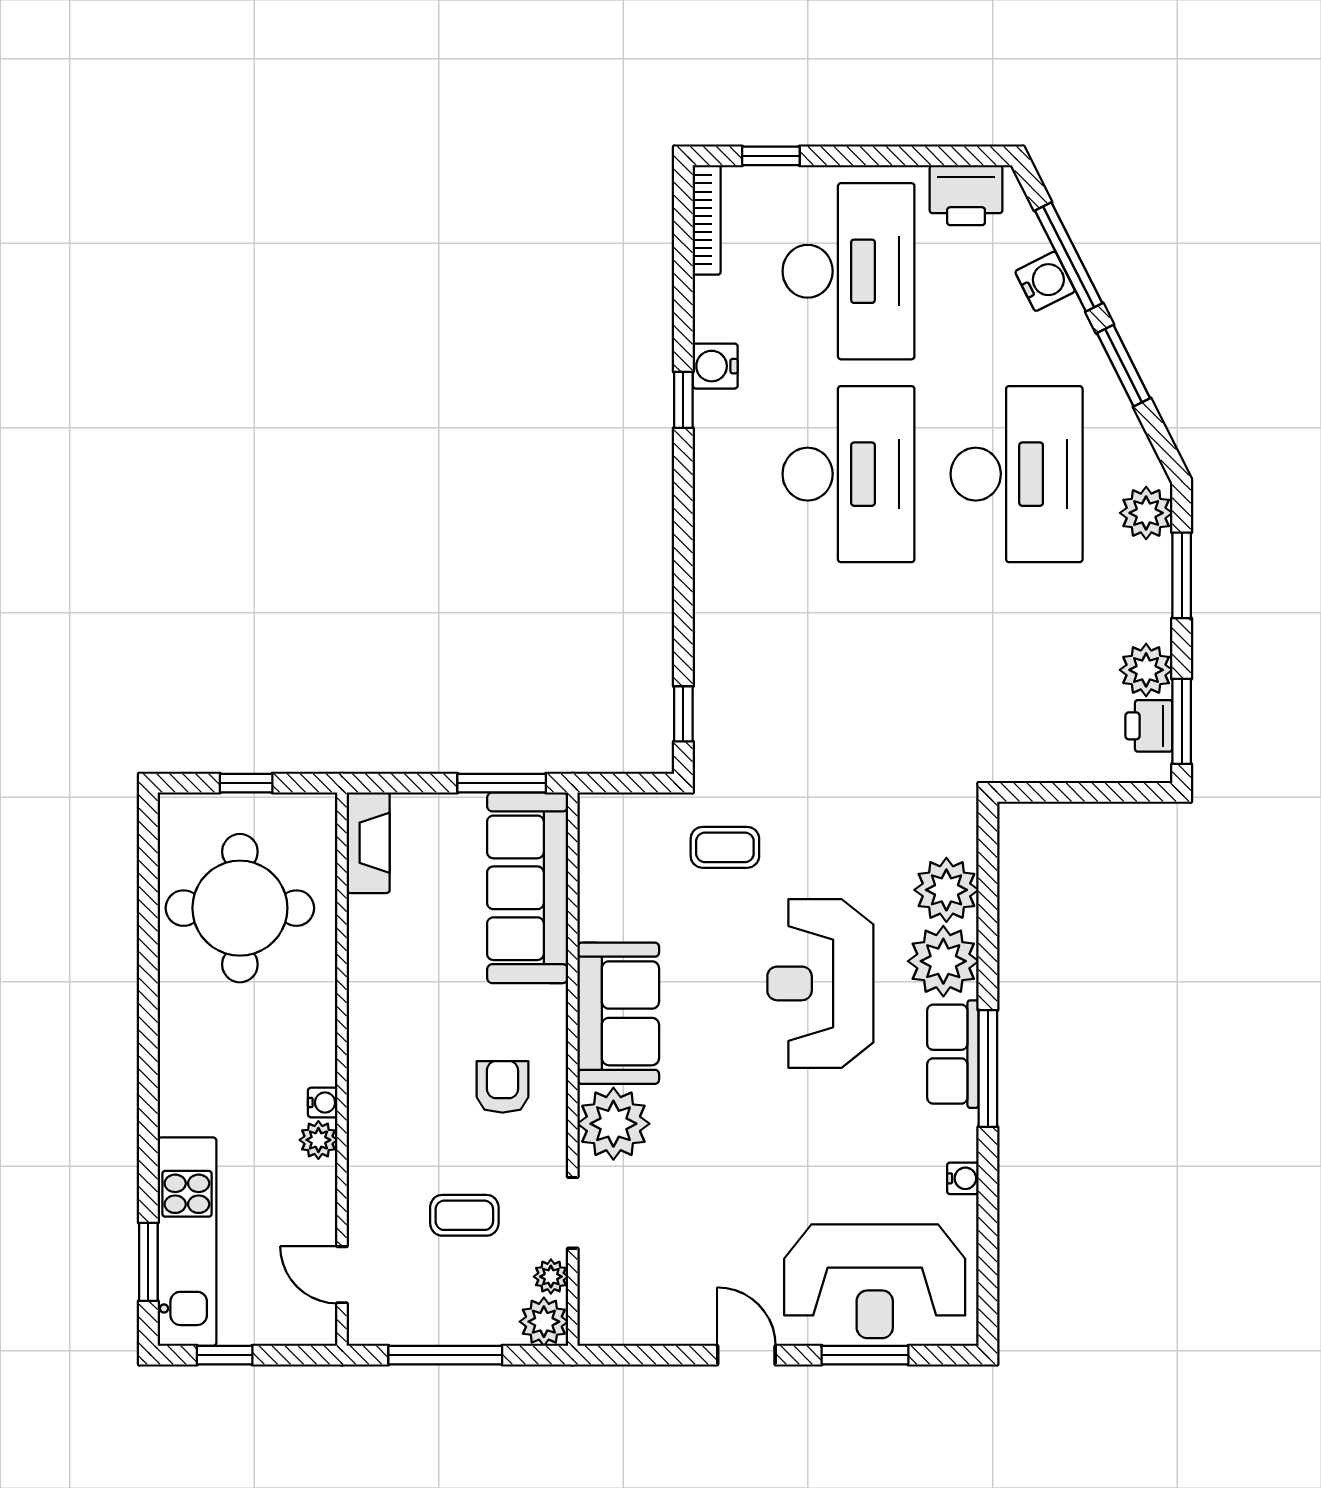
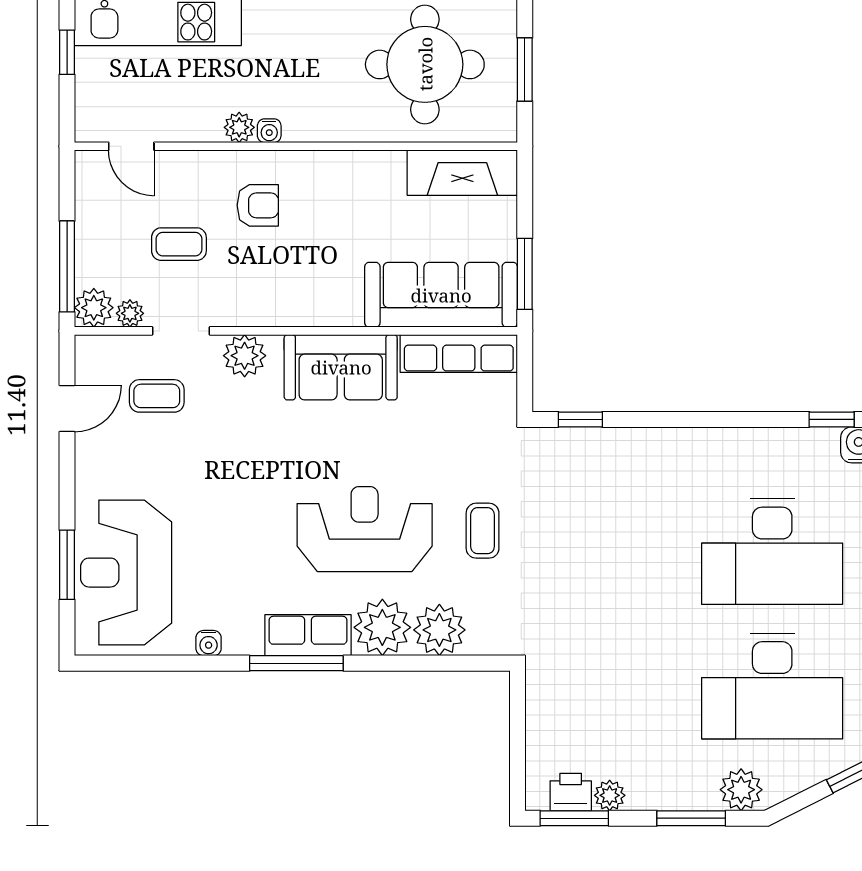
plant: (1146, 670) -> (610, 795), width x0.73, depth x0.73
window: (246, 783) -> (525, 69), width x1.50
fireplace: (368, 843) -> (462, 173), width x1.37, depth x1.32
coffee table: (725, 847) -> (483, 531), moved
row of seats: (601, 866) -> (459, 354), added
armchair: (502, 1087) -> (258, 205), moved
plant: (613, 1124) -> (245, 356), width x0.73, depth x0.73
coffee table: (464, 1215) -> (179, 244), turned 90
coffee table: (654, 1243) -> (157, 396), added
door: (342, 1275) -> (131, 146), swing flipped
window: (445, 1355) -> (67, 266), moved
door: (746, 1355) -> (67, 409), moved

